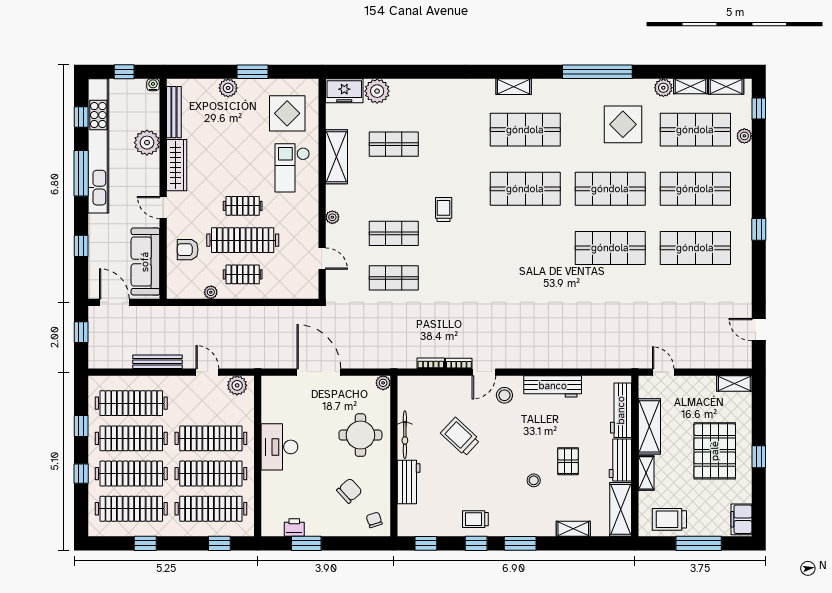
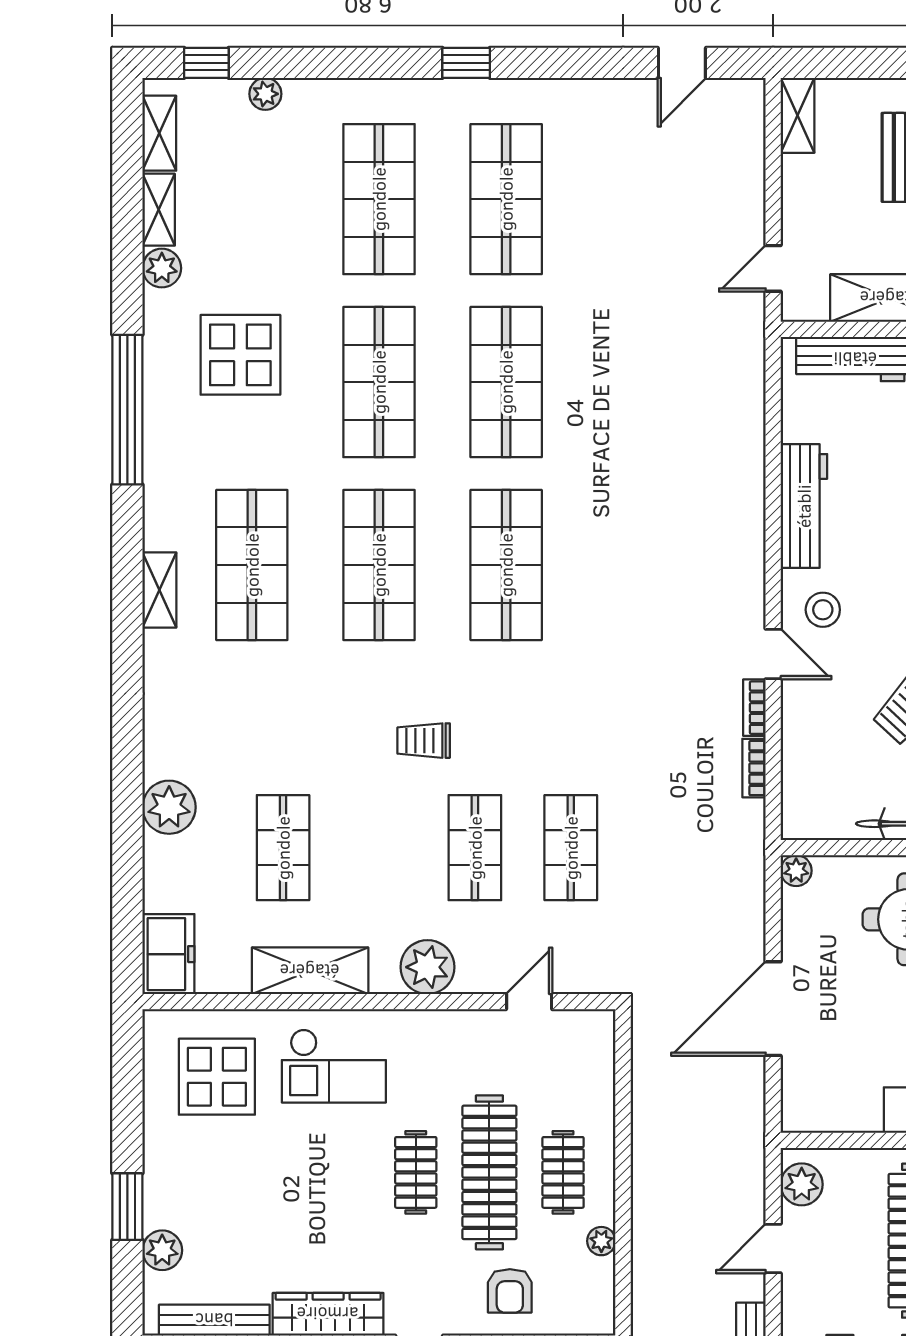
window: (253, 72) -> (127, 1207), moved
plant: (228, 88) -> (162, 1250), moved
plant: (377, 91) -> (169, 807), moved
shop shelf: (695, 130) -> (506, 565), moved
plant: (332, 217) -> (428, 967), width x1.88, depth x1.88

